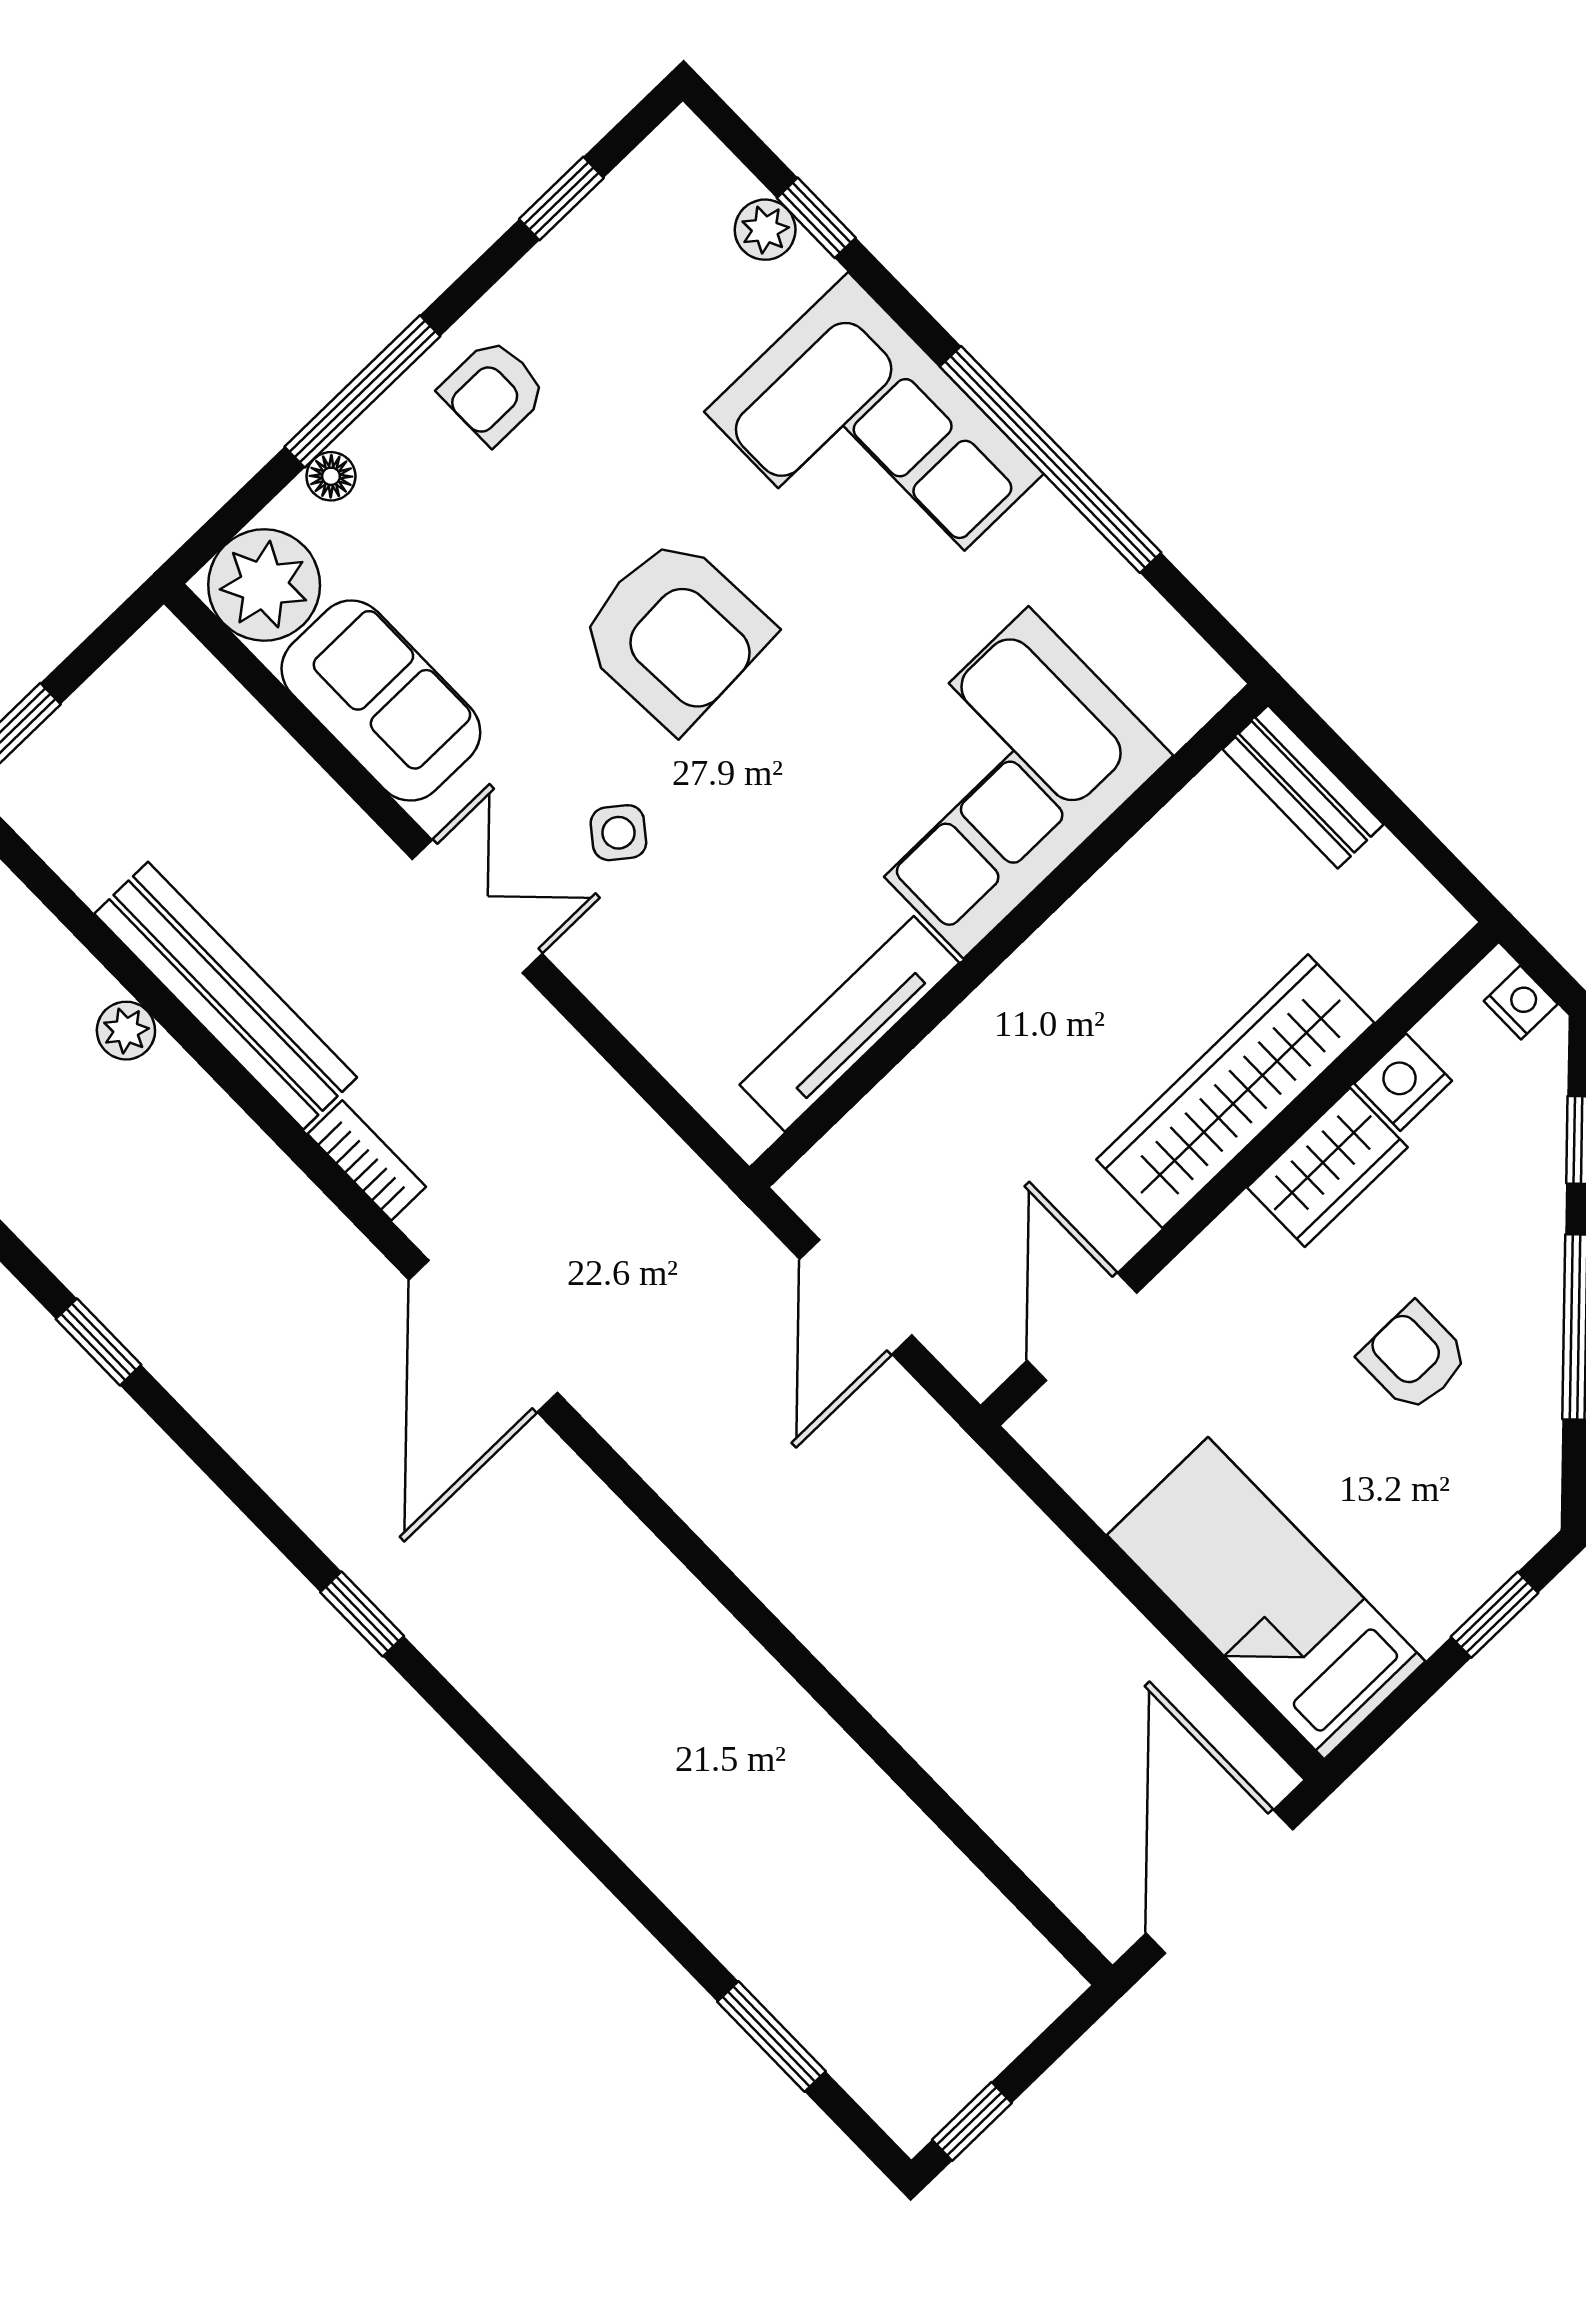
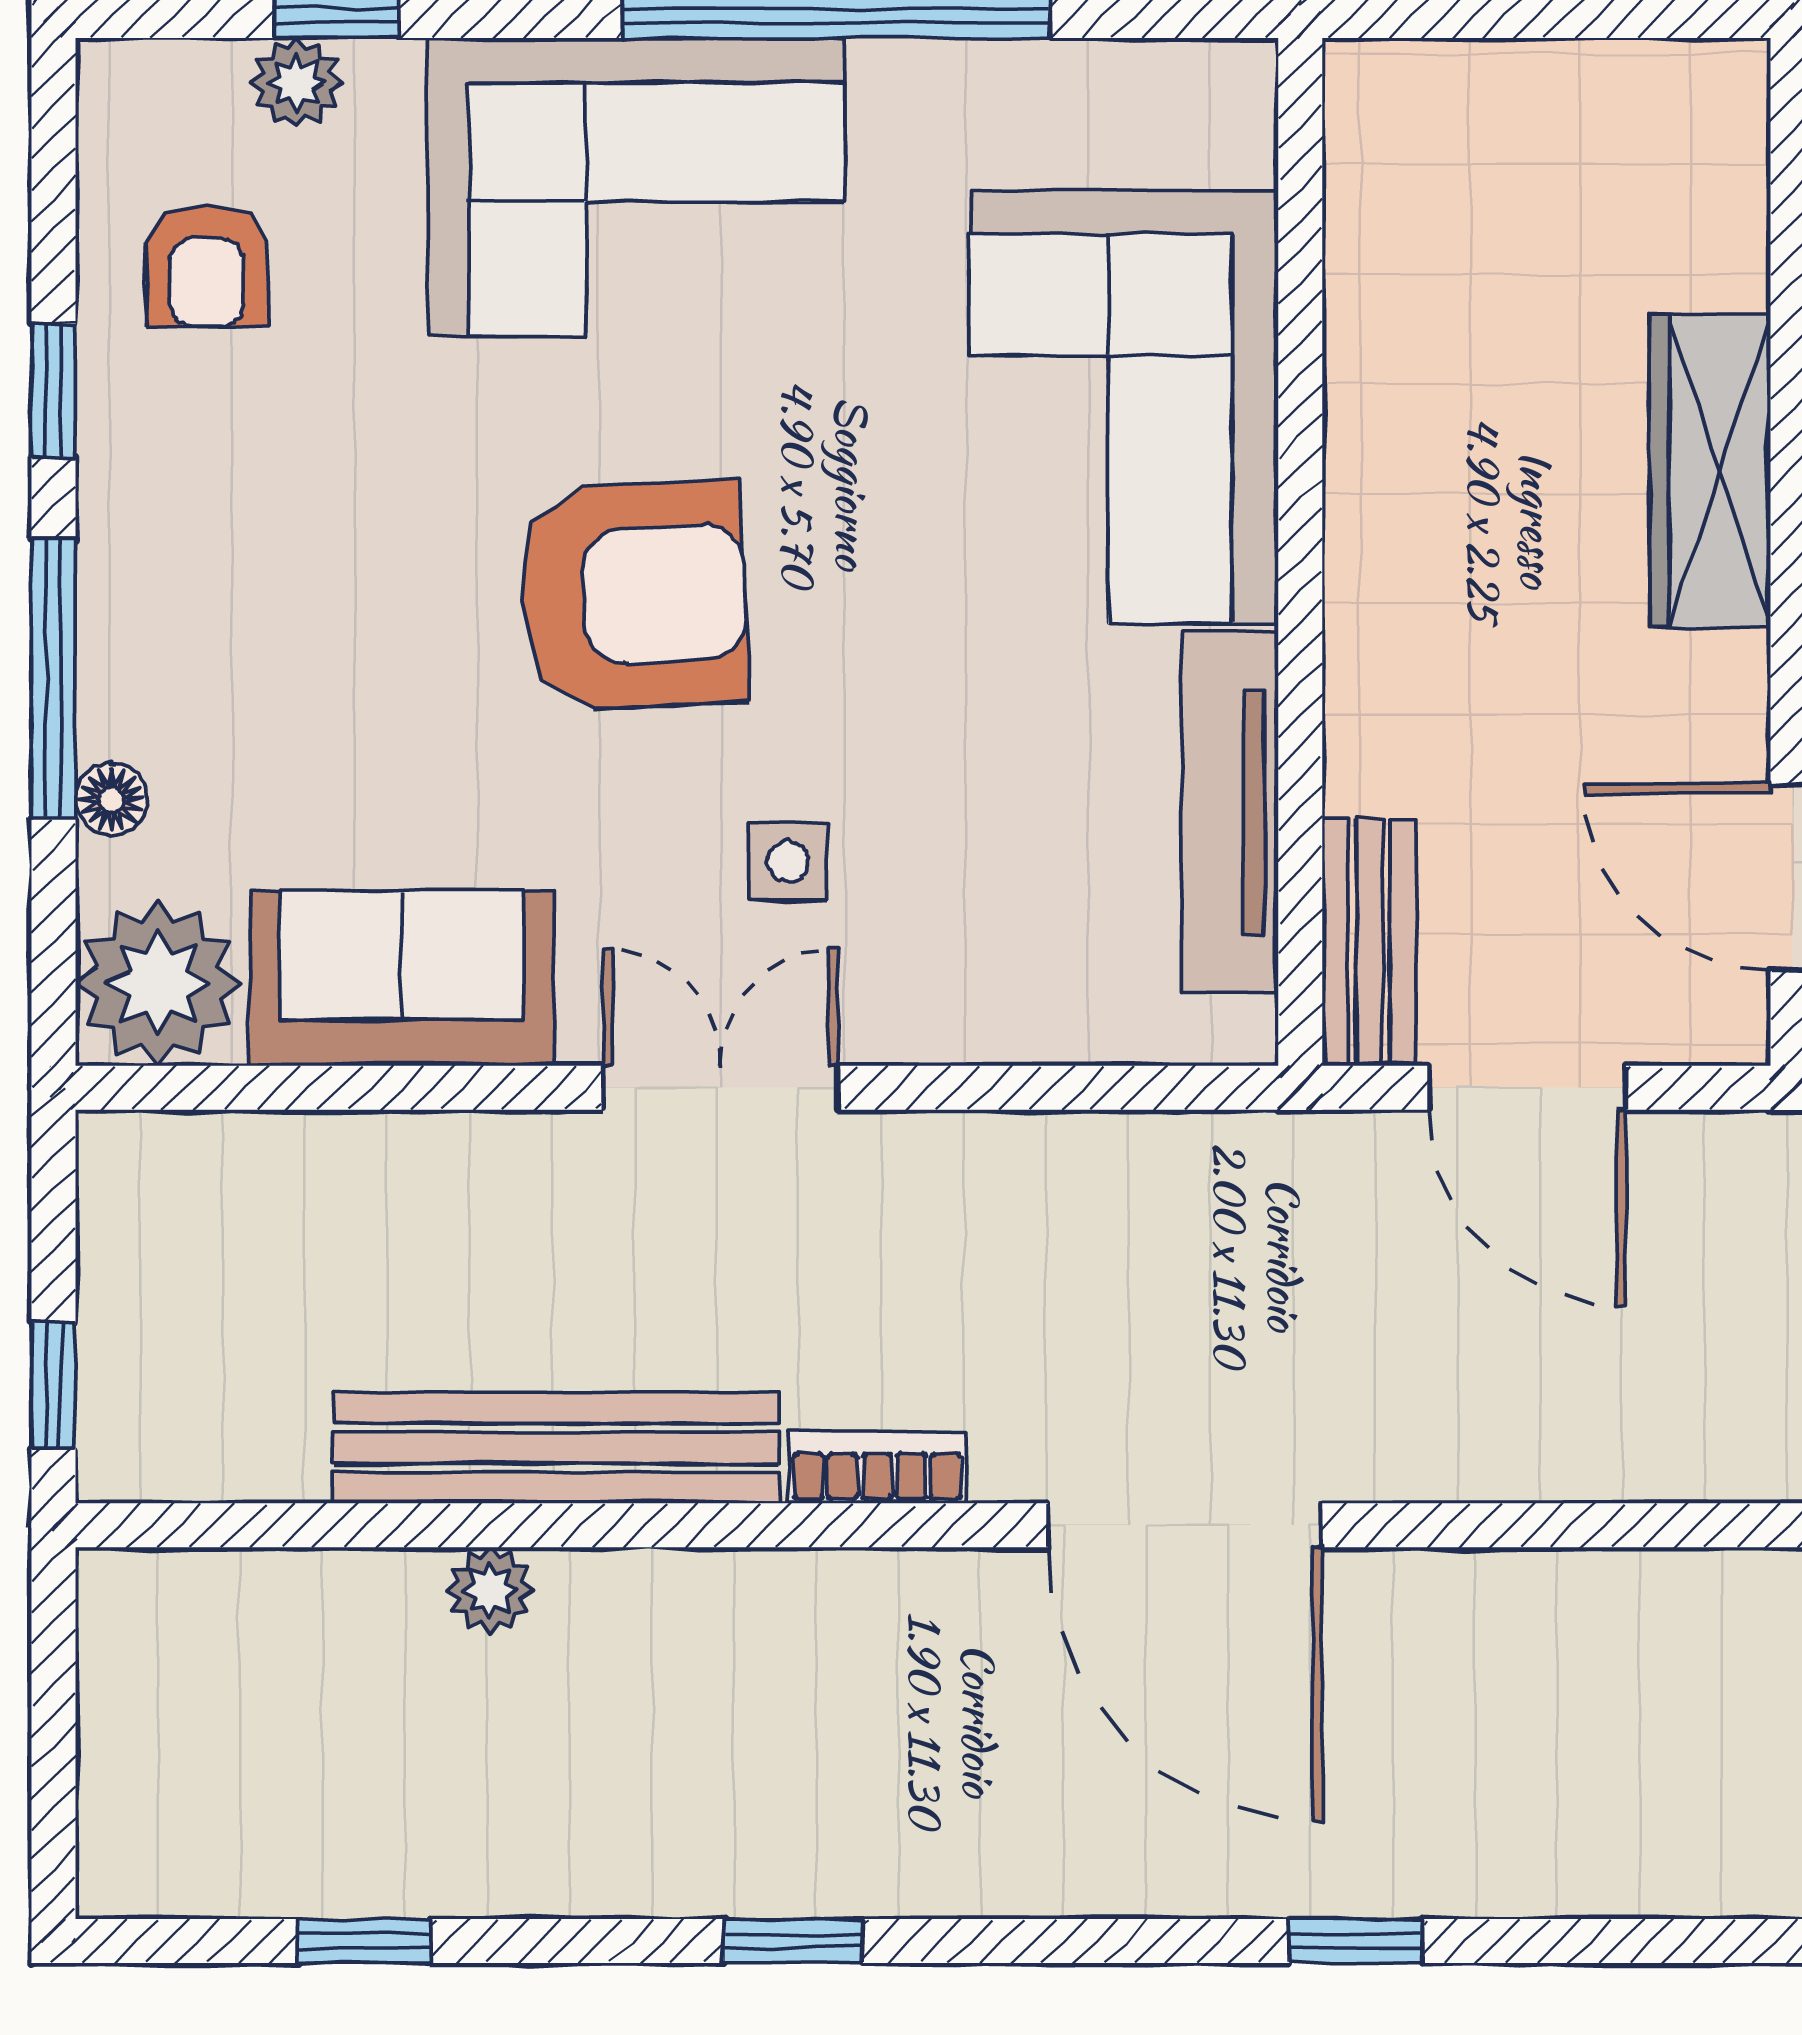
window: (561, 199) -> (53, 390), moved
armchair: (493, 392) -> (207, 265), moved
bench: (1303, 787) -> (1369, 943), moved, turned 90
side table: (618, 833) -> (788, 861), turned -38
wardrobe: (1235, 1091) -> (1710, 471), width x0.71, depth x0.85

